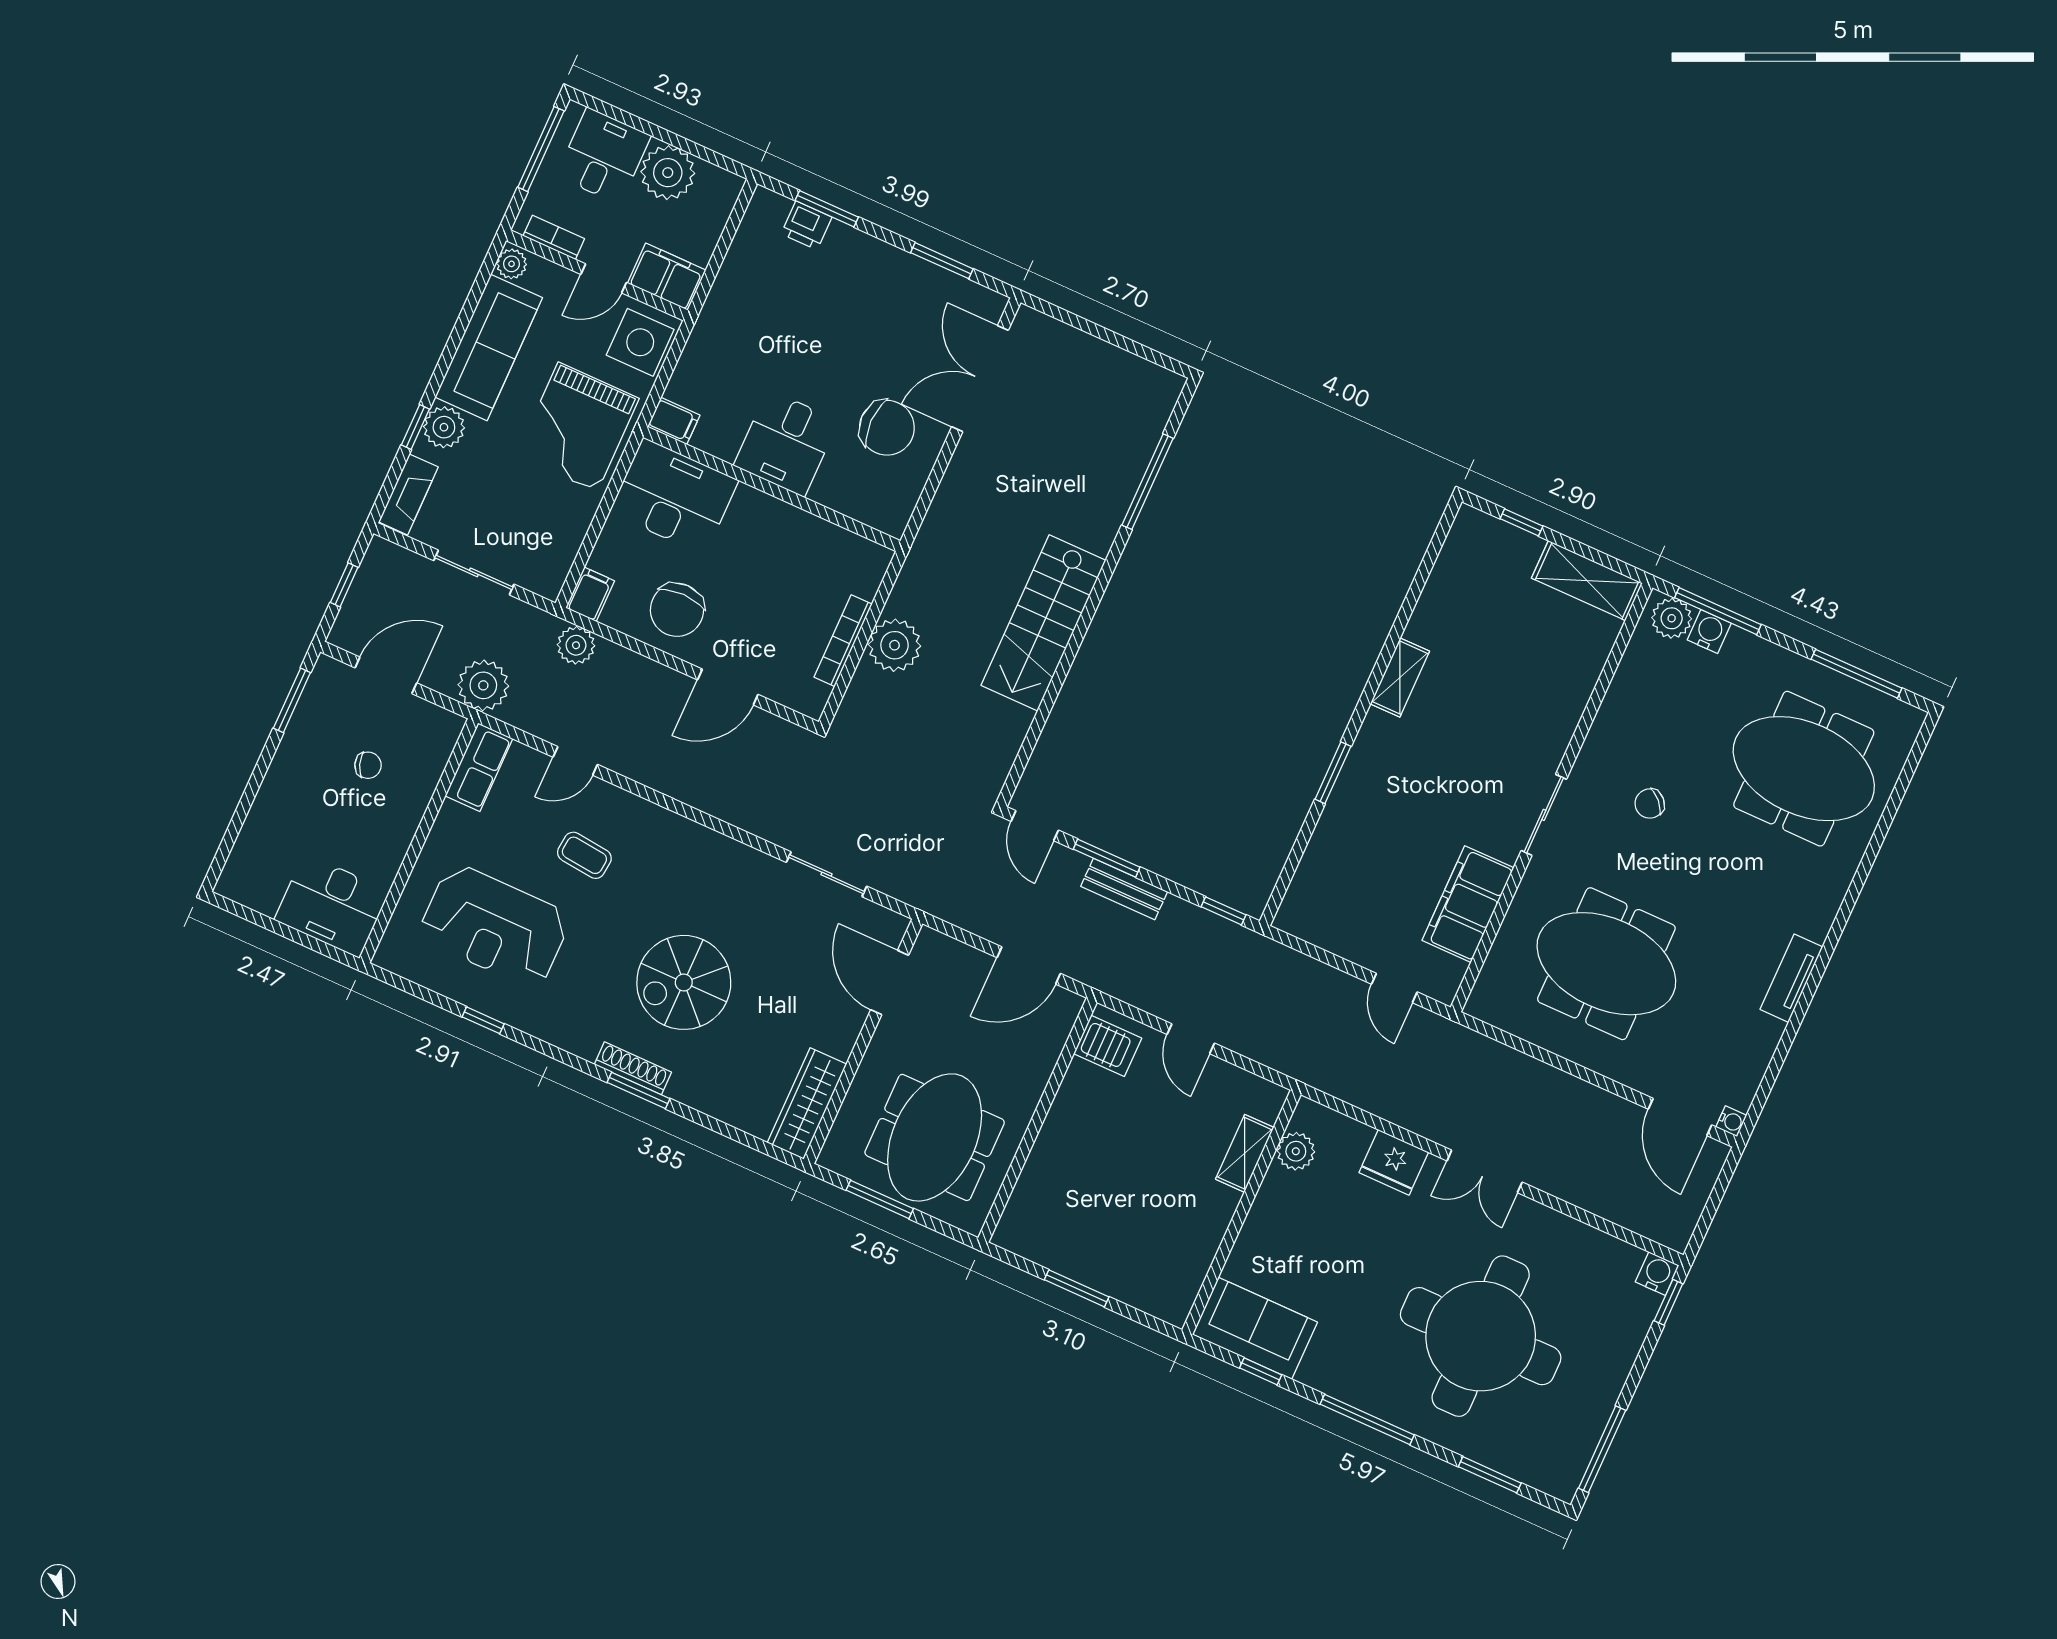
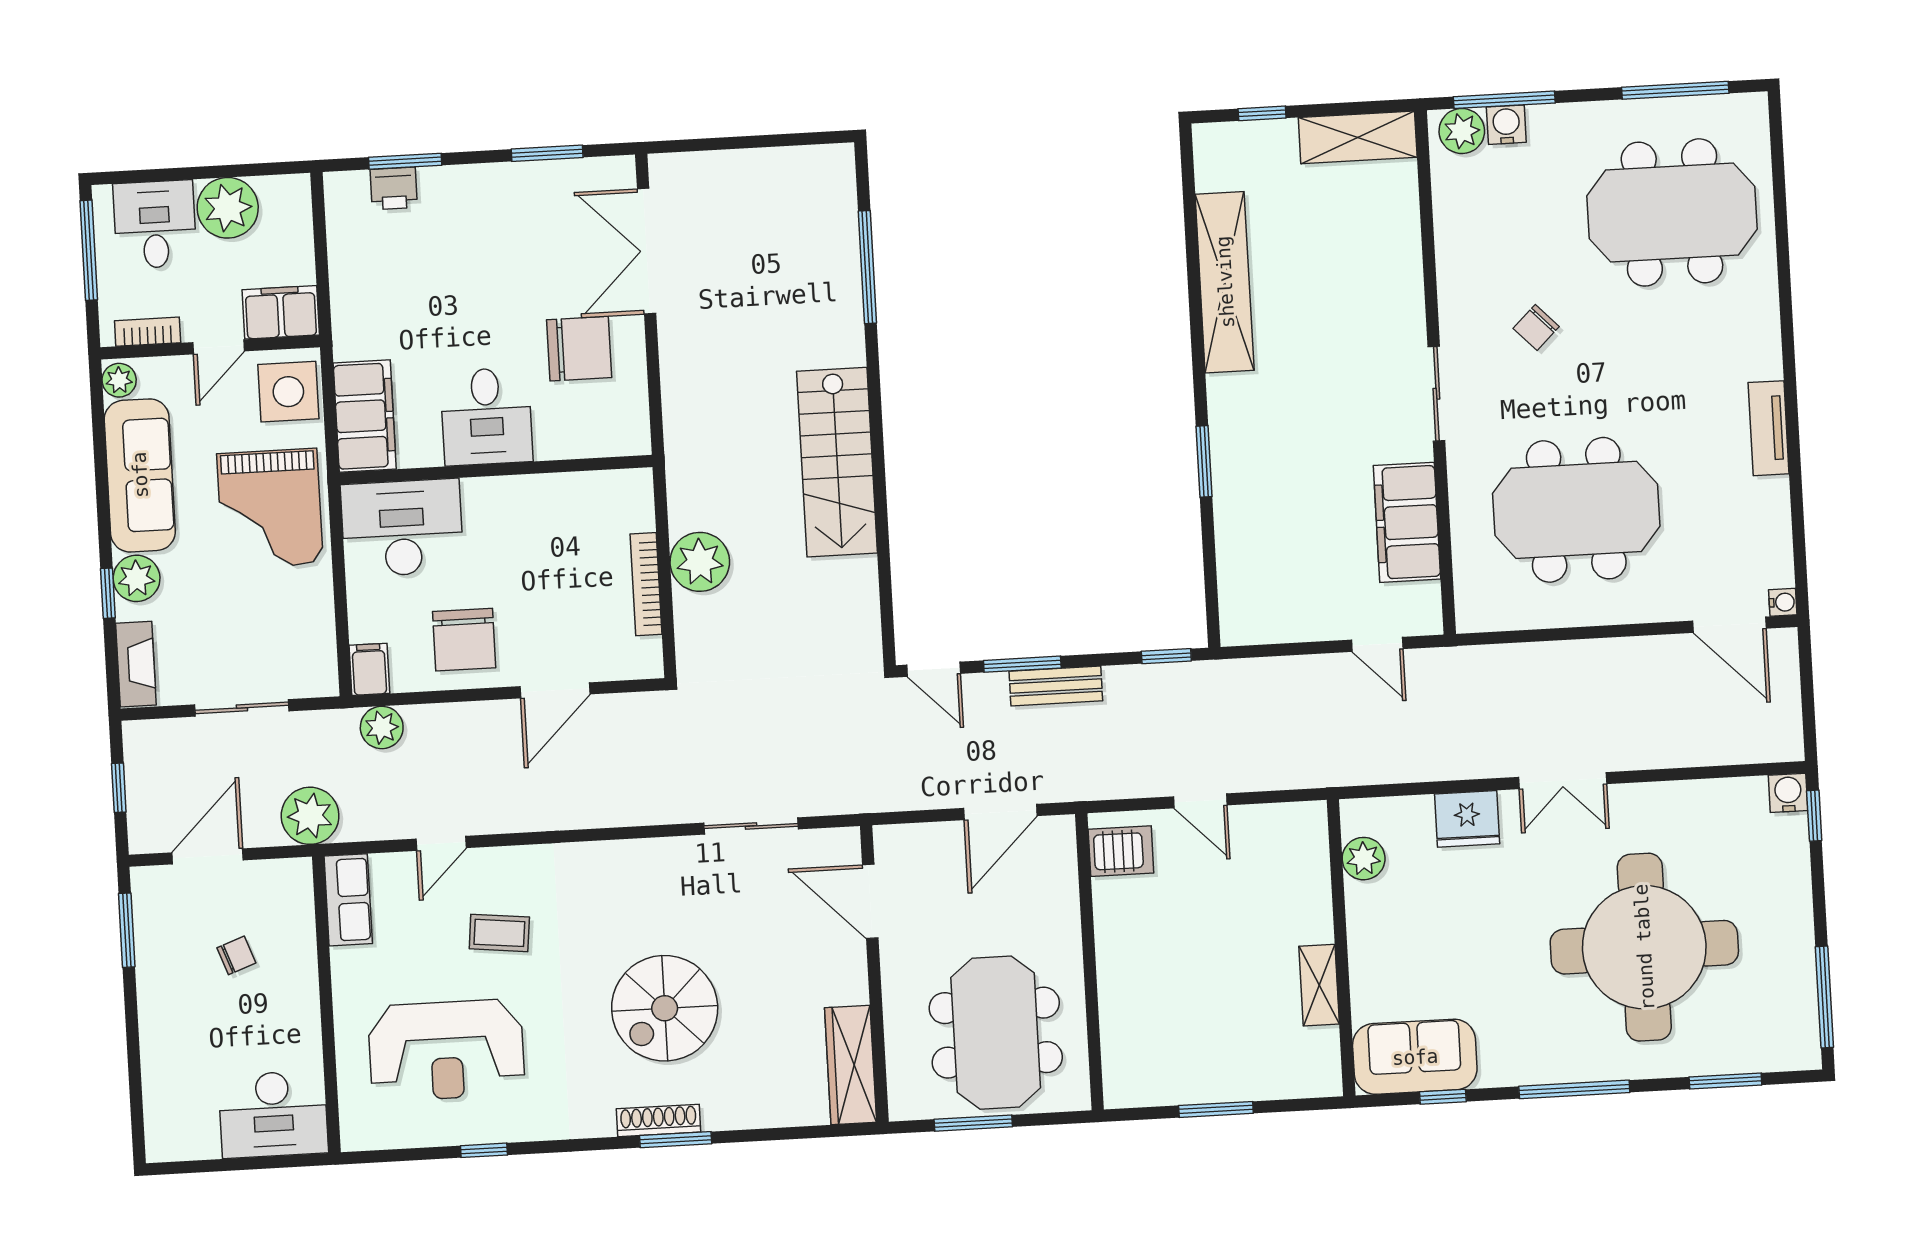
filing cabinet: (674, 421) -> (365, 416), width x3.00, depth x1.17
shelving: (1400, 677) -> (1225, 282), width x2.20, depth x1.33
shelving: (1245, 1153) -> (1319, 985), moved

